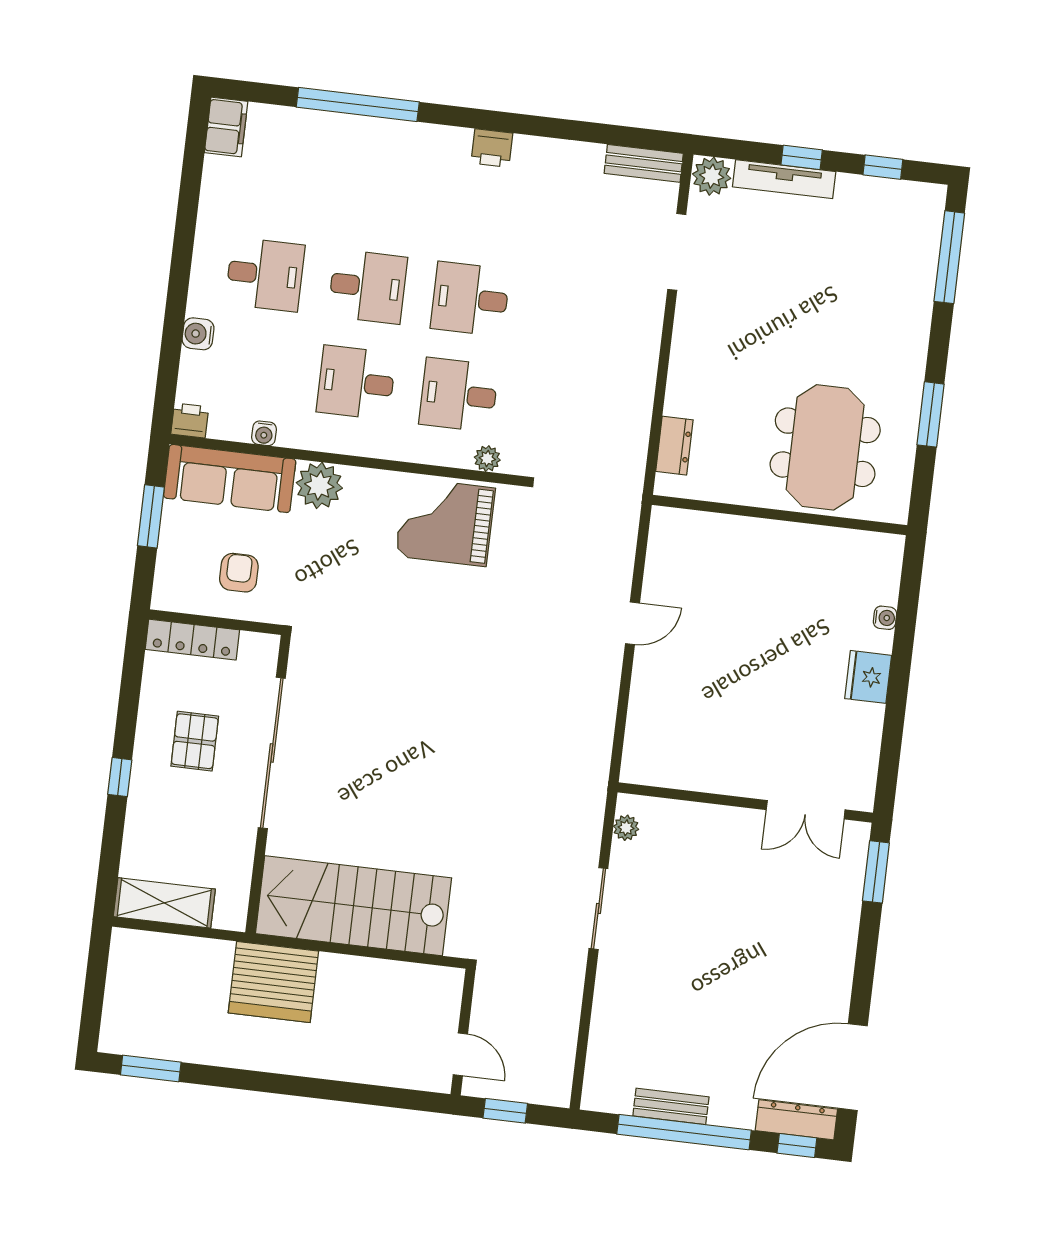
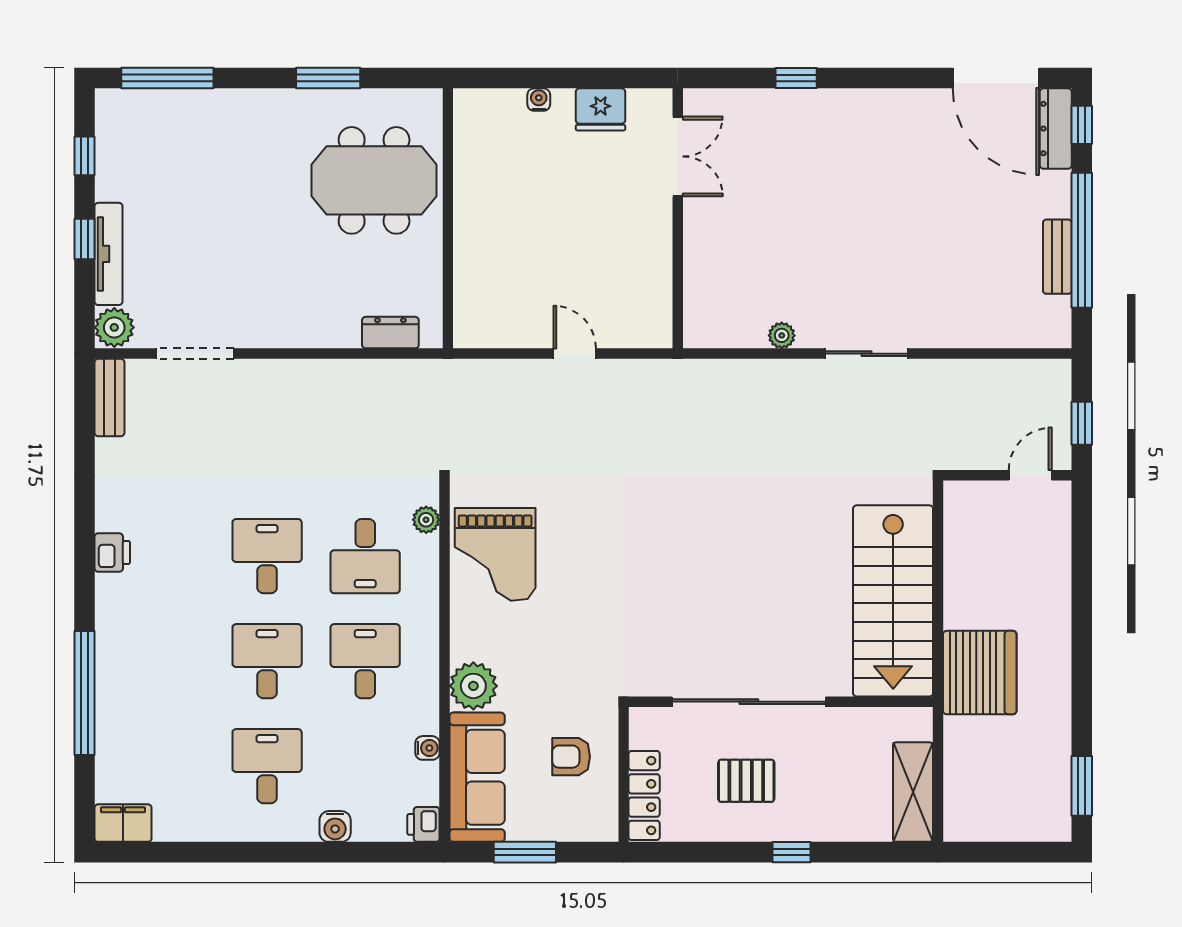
desk: (470, 299) -> (267, 556), turned 180
desk: (356, 383) -> (365, 661), turned 180
wall: (745, 803) -> (678, 218), moved
double door: (806, 810) -> (678, 156), moved
window: (876, 872) -> (796, 78), width x0.67

